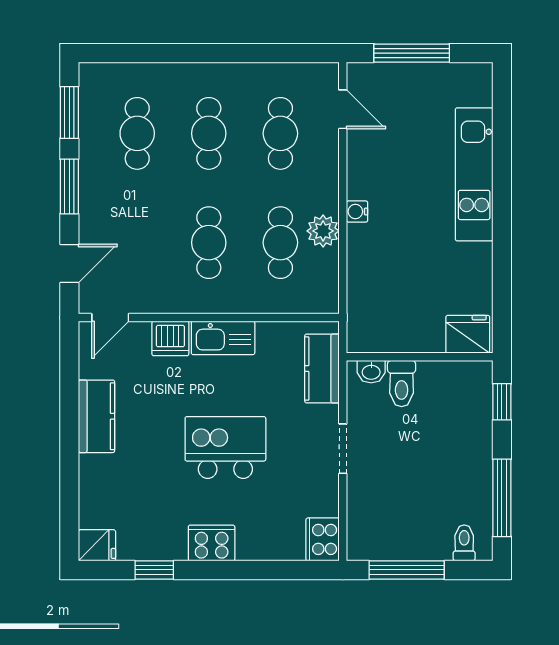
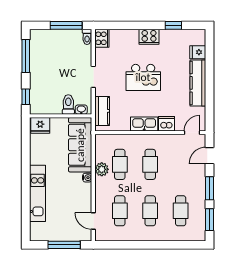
sofa: (374, 289) -> (80, 145), added
kitchen counter: (97, 416) -> (198, 83), width x1.50
toilet: (464, 543) -> (87, 37), moved
fridge: (97, 545) -> (198, 52), moved

